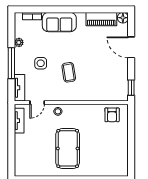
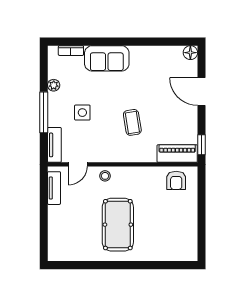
piano: (101, 19) -> (177, 154), moved, turned 180
coffee table: (69, 72) -> (132, 122), moved

